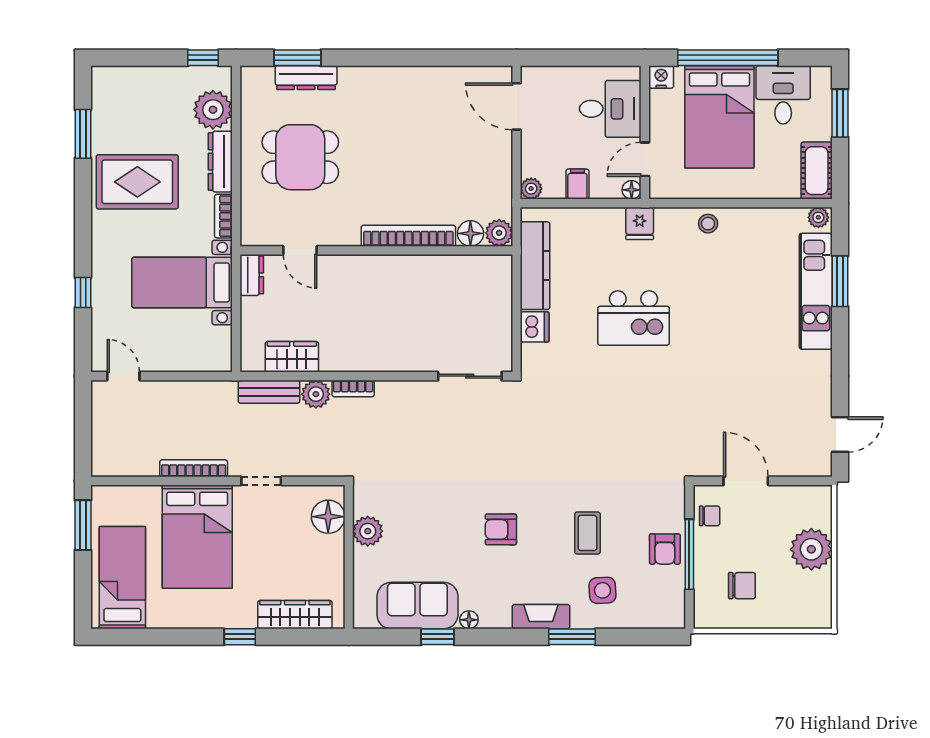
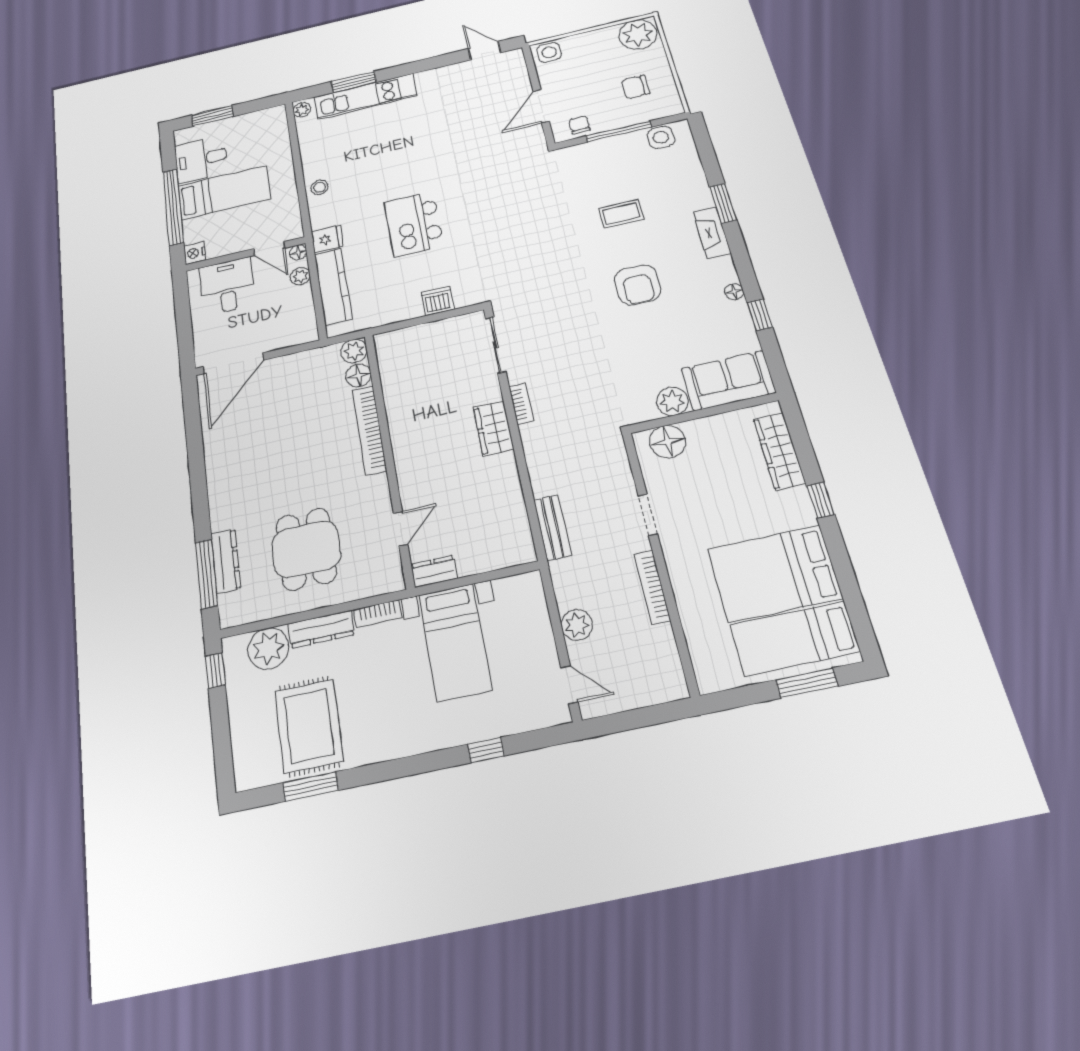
window: (297, 58) -> (207, 574), width x1.44
door: (516, 106) -> (233, 363), width x1.36
bed: (719, 117) -> (224, 192), width x0.67
cot: (817, 171) -> (262, 120), removed
rug: (137, 182) -> (309, 726), moved
filing cabinet: (577, 184) -> (299, 297), removed
plant: (531, 189) -> (300, 276), moved
kitchen counter: (535, 266) -> (333, 287), moved, turned 90
kitchen island: (633, 318) -> (414, 224), turned 180
wardrobe: (292, 357) -> (494, 428), moved
door: (123, 376) -> (569, 685), swing flipped
bookcase: (353, 388) -> (521, 404), moved
plant: (316, 394) -> (577, 625), moved
side table: (816, 505) -> (549, 52), added
window: (83, 525) -> (807, 683), moved
armchair: (501, 529) -> (638, 285), width x1.38, depth x1.38
bed: (197, 537) -> (774, 573), moved, turned 180
armchair: (665, 549) -> (619, 151), removed
plant: (811, 549) -> (638, 35), moved
chair: (742, 586) -> (635, 87), turned -90
side table: (602, 590) -> (661, 137), moved
sofa: (417, 606) -> (728, 381), moved, turned 90

